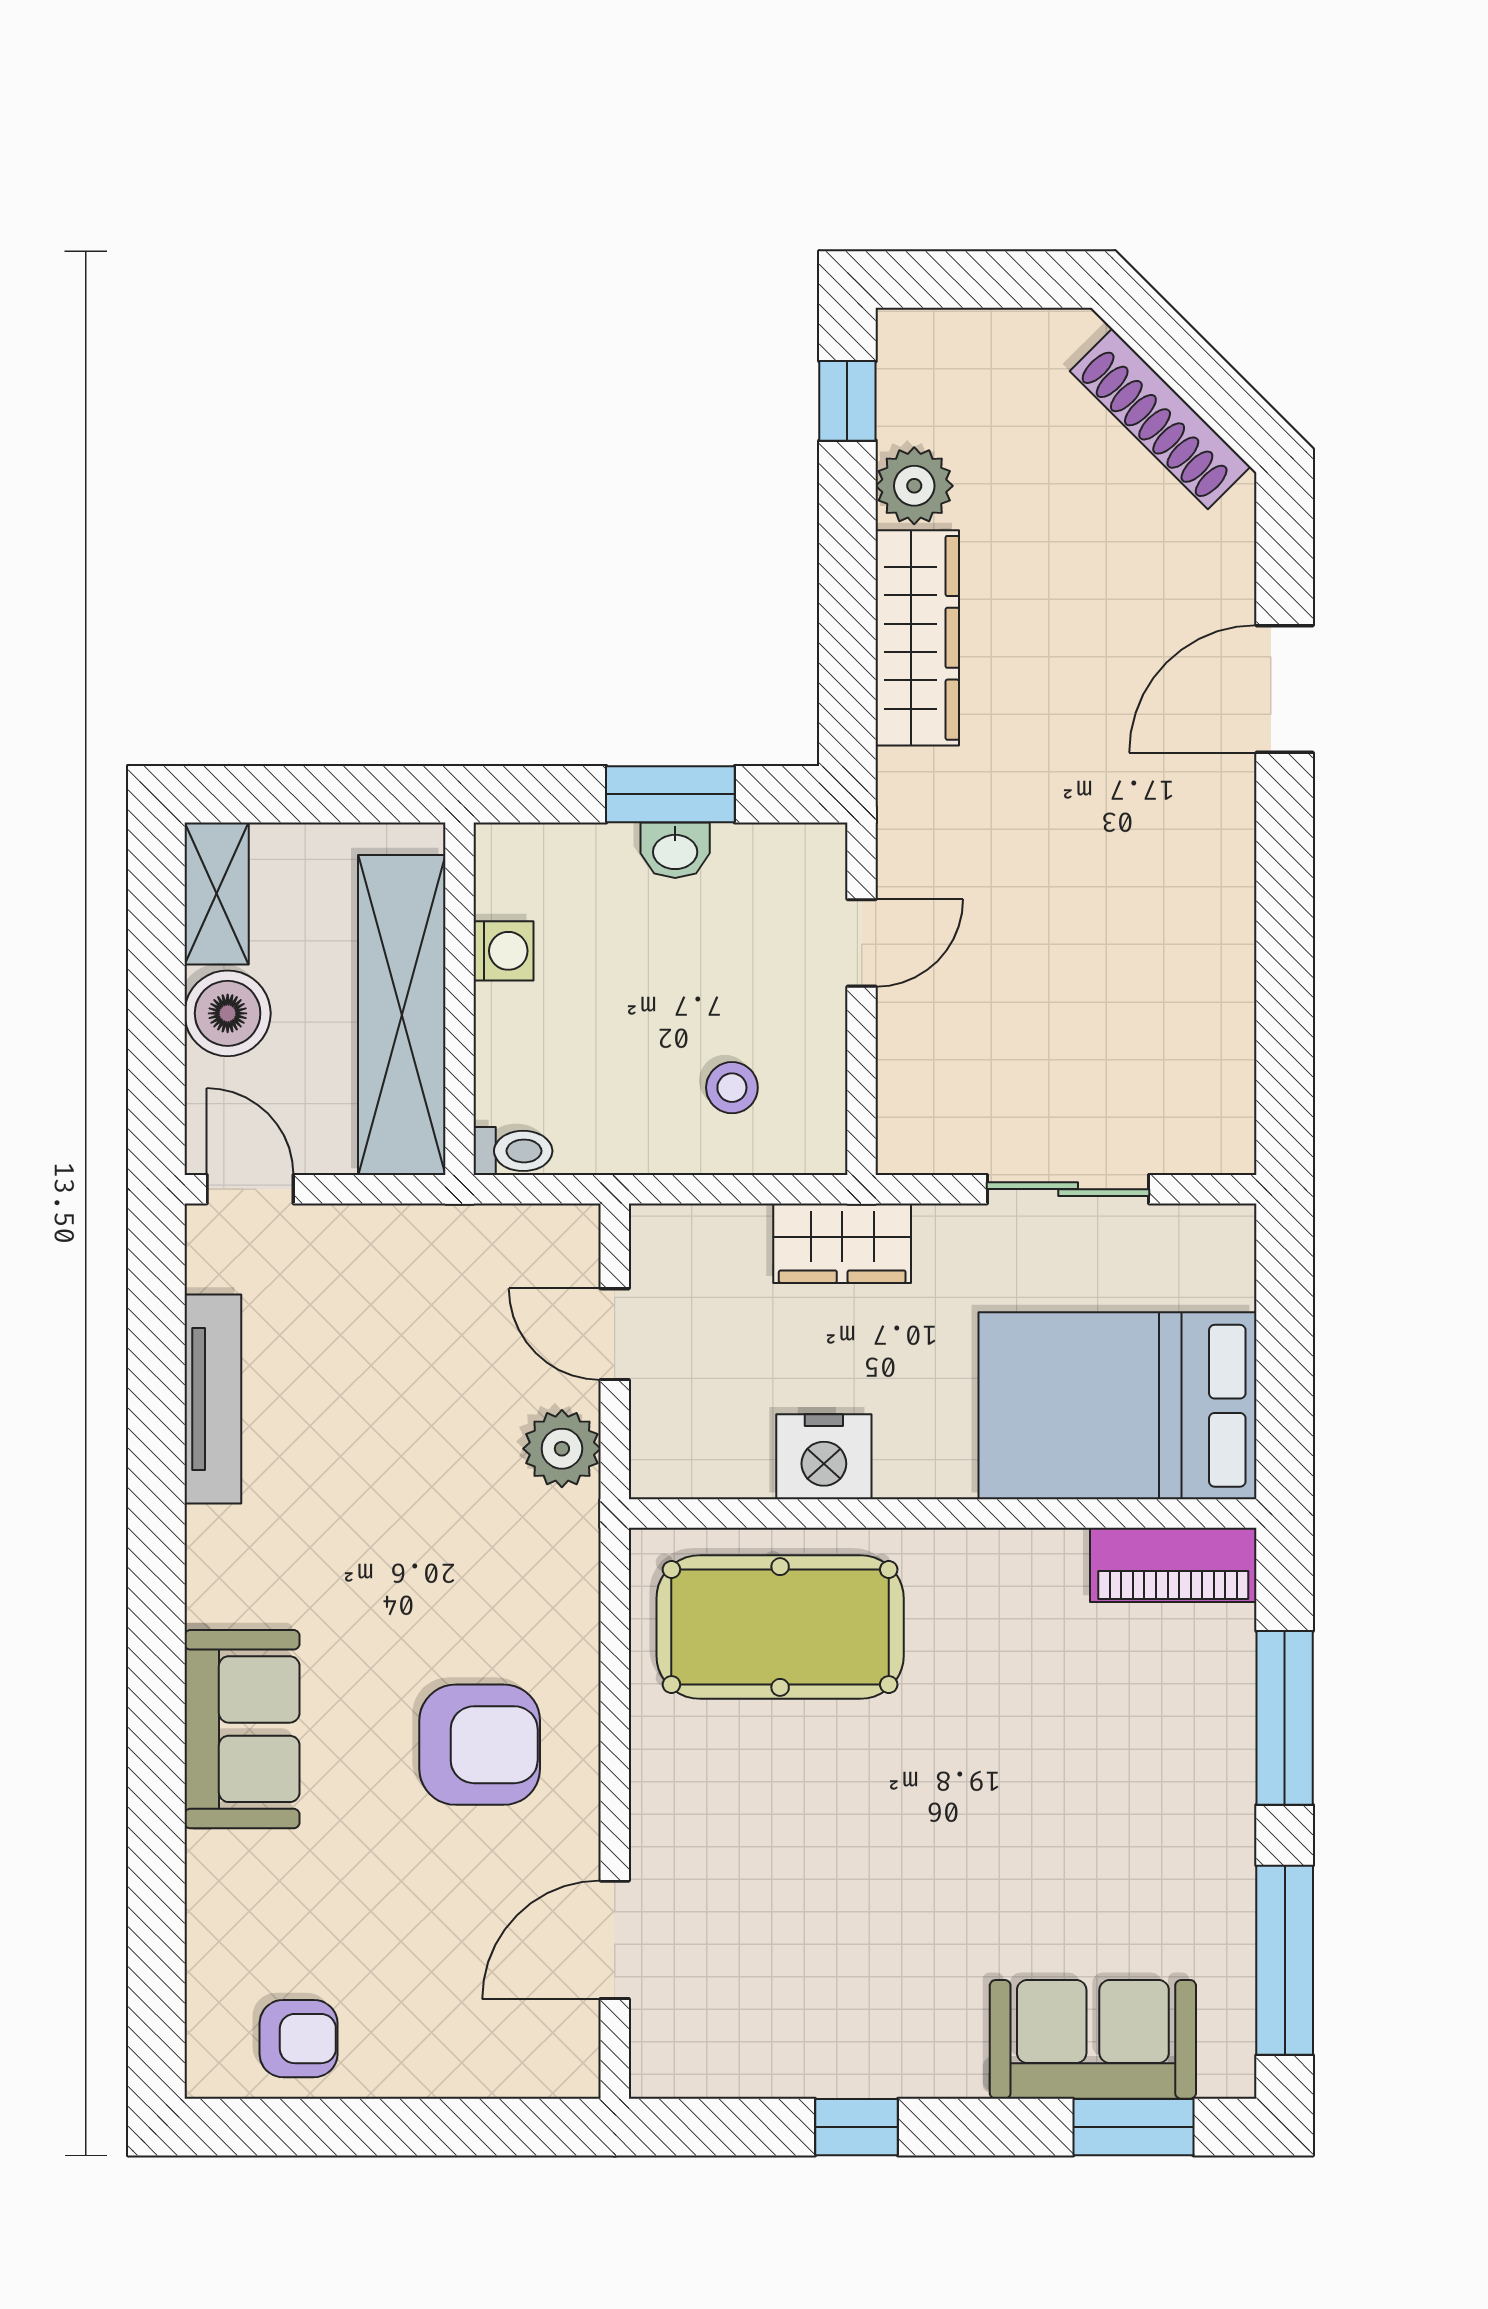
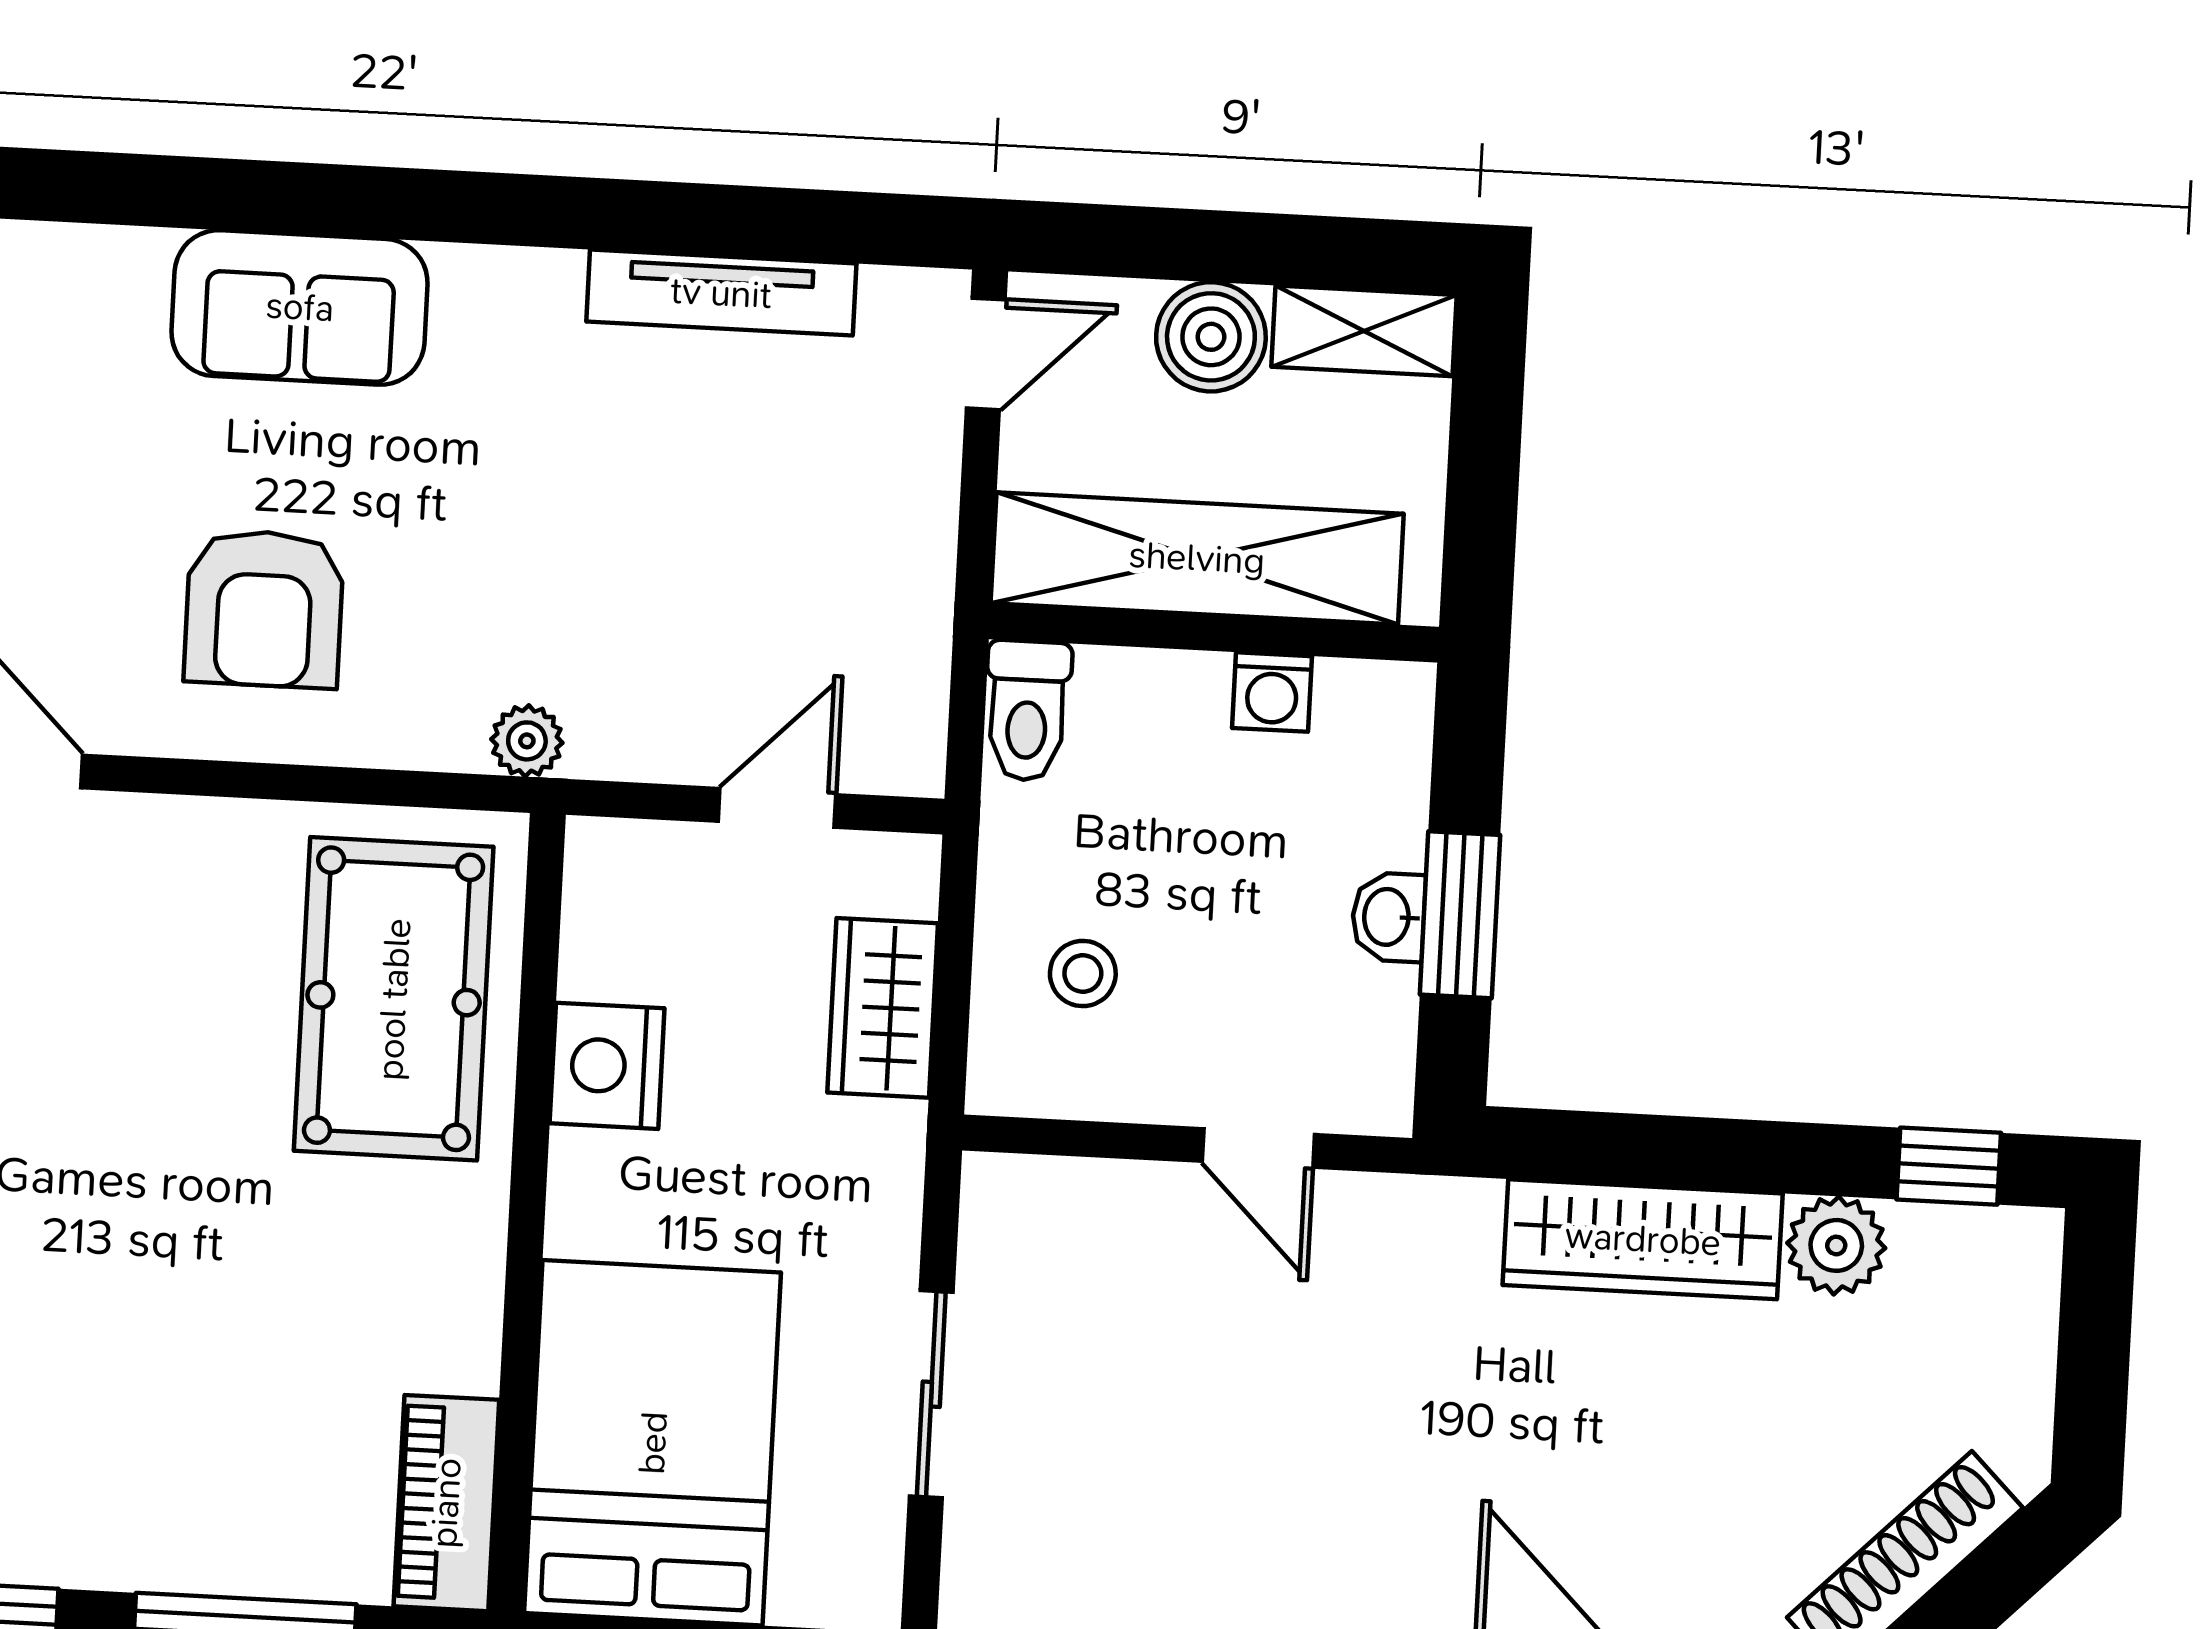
toilet: (513, 1151) -> (1027, 711), width x1.37, depth x1.39
wardrobe: (842, 1243) -> (883, 1008), moved
plant: (562, 1449) -> (527, 741), moved, width x0.73, depth x0.73

